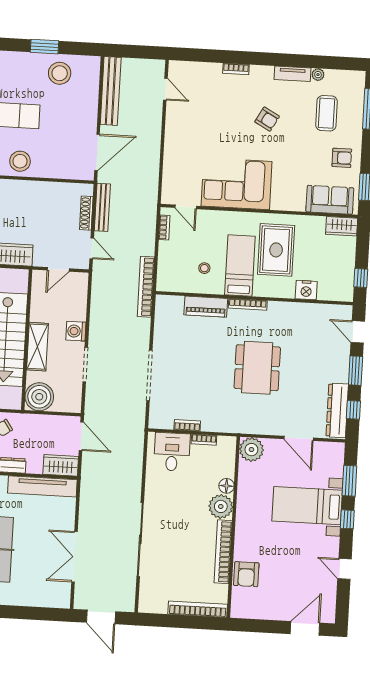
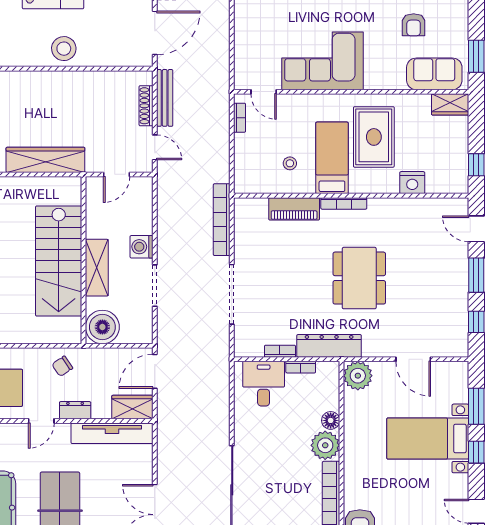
armchair: (342, 158) -> (414, 25), moved, turned 90
bookcase: (146, 287) -> (222, 220), moved
dresser: (337, 410) -> (329, 346), moved, turned 90
door: (81, 436) -> (155, 371), swing flipped

